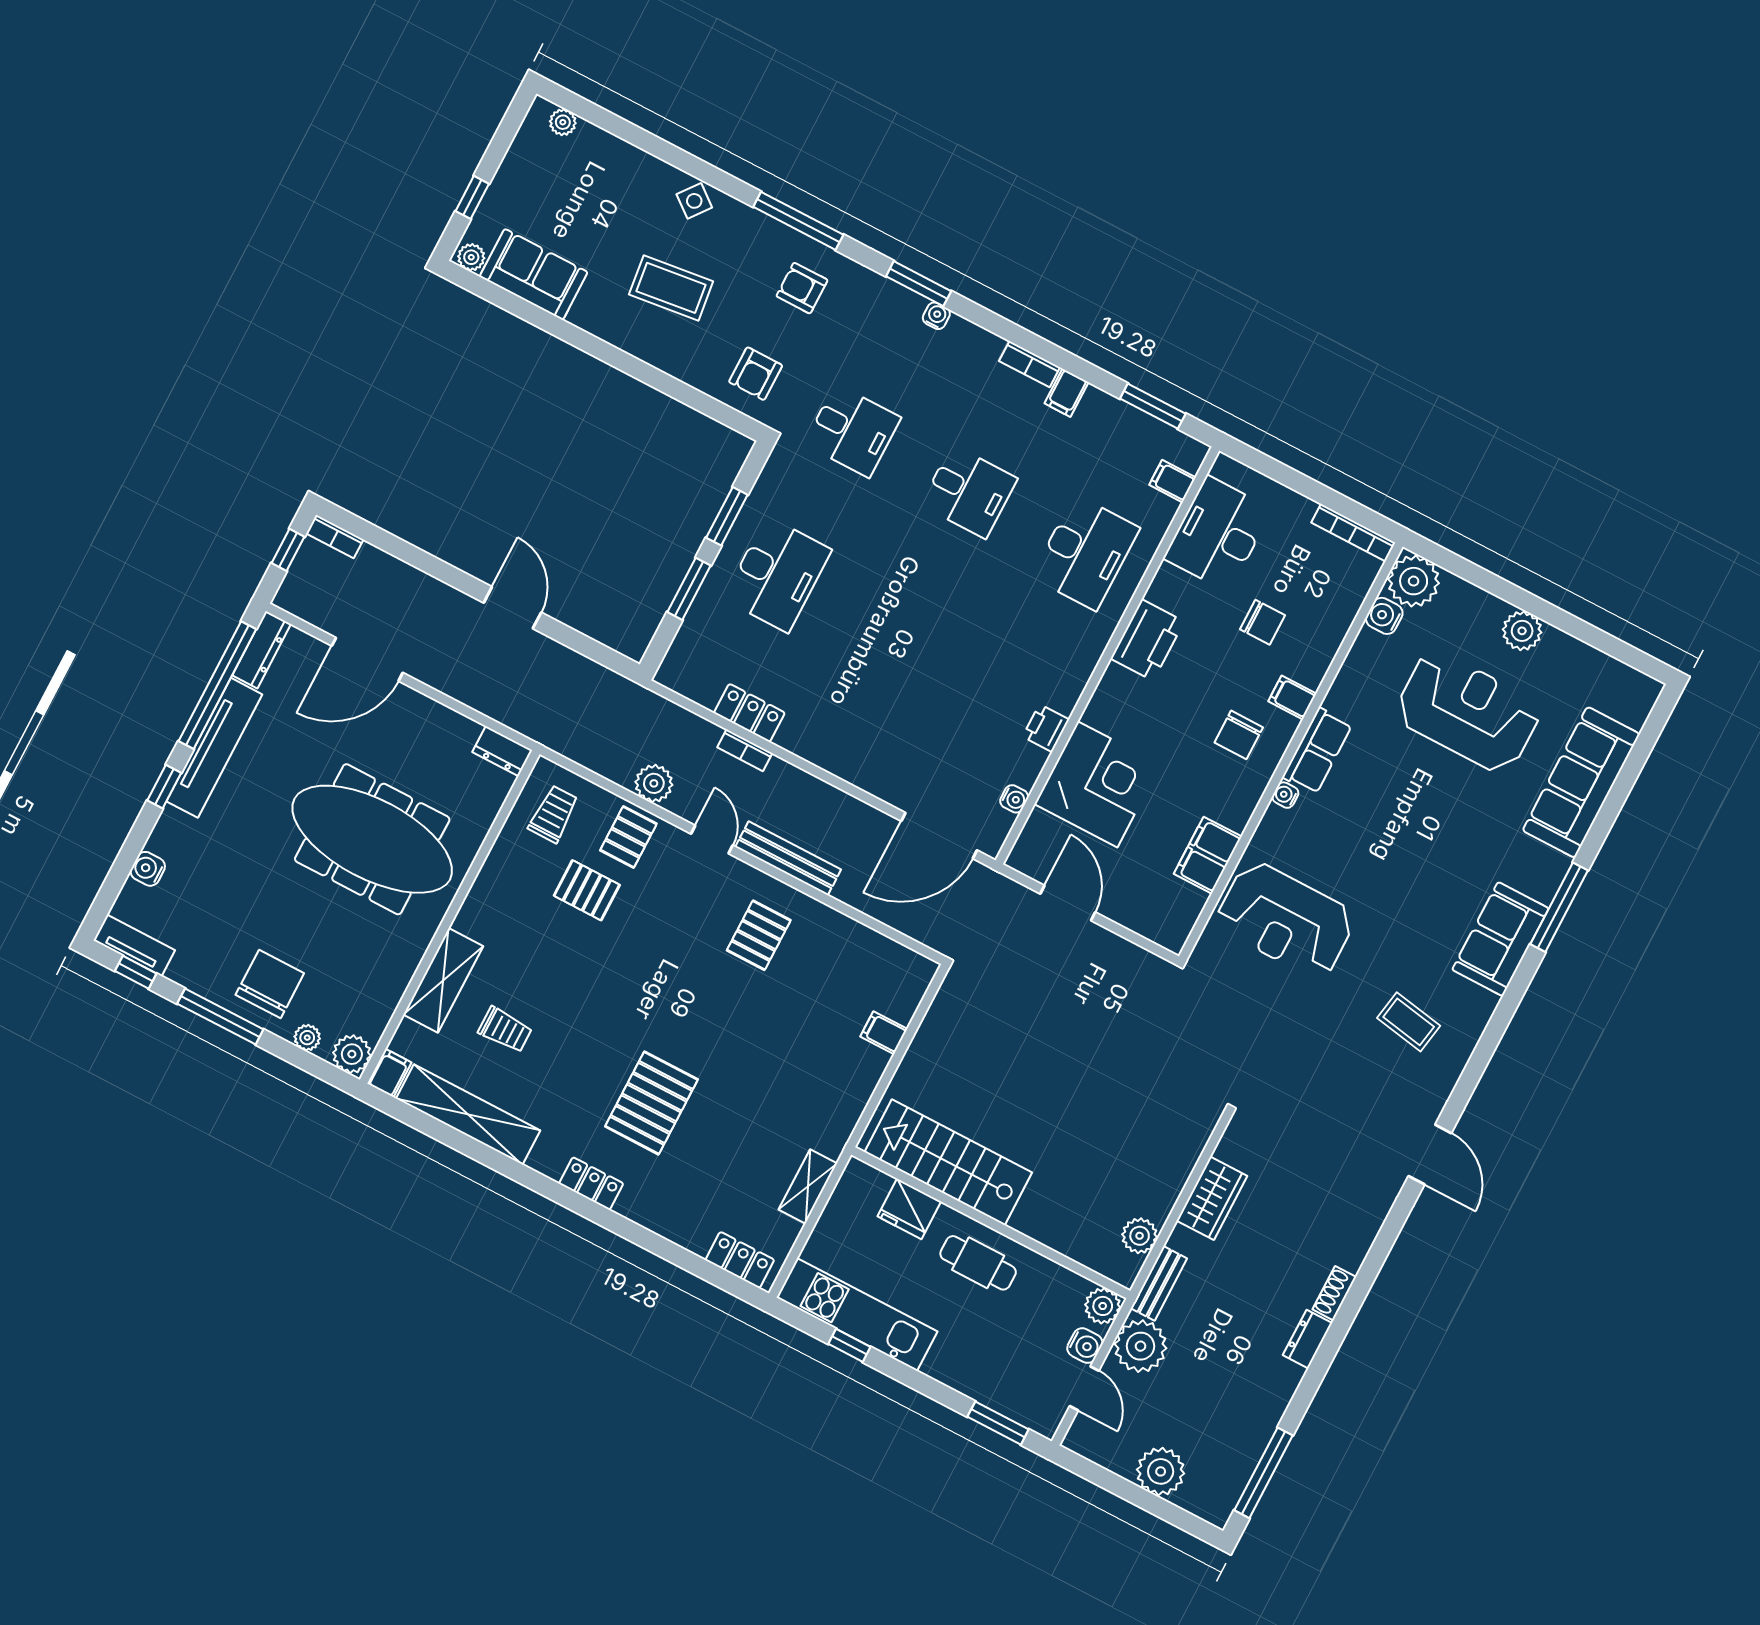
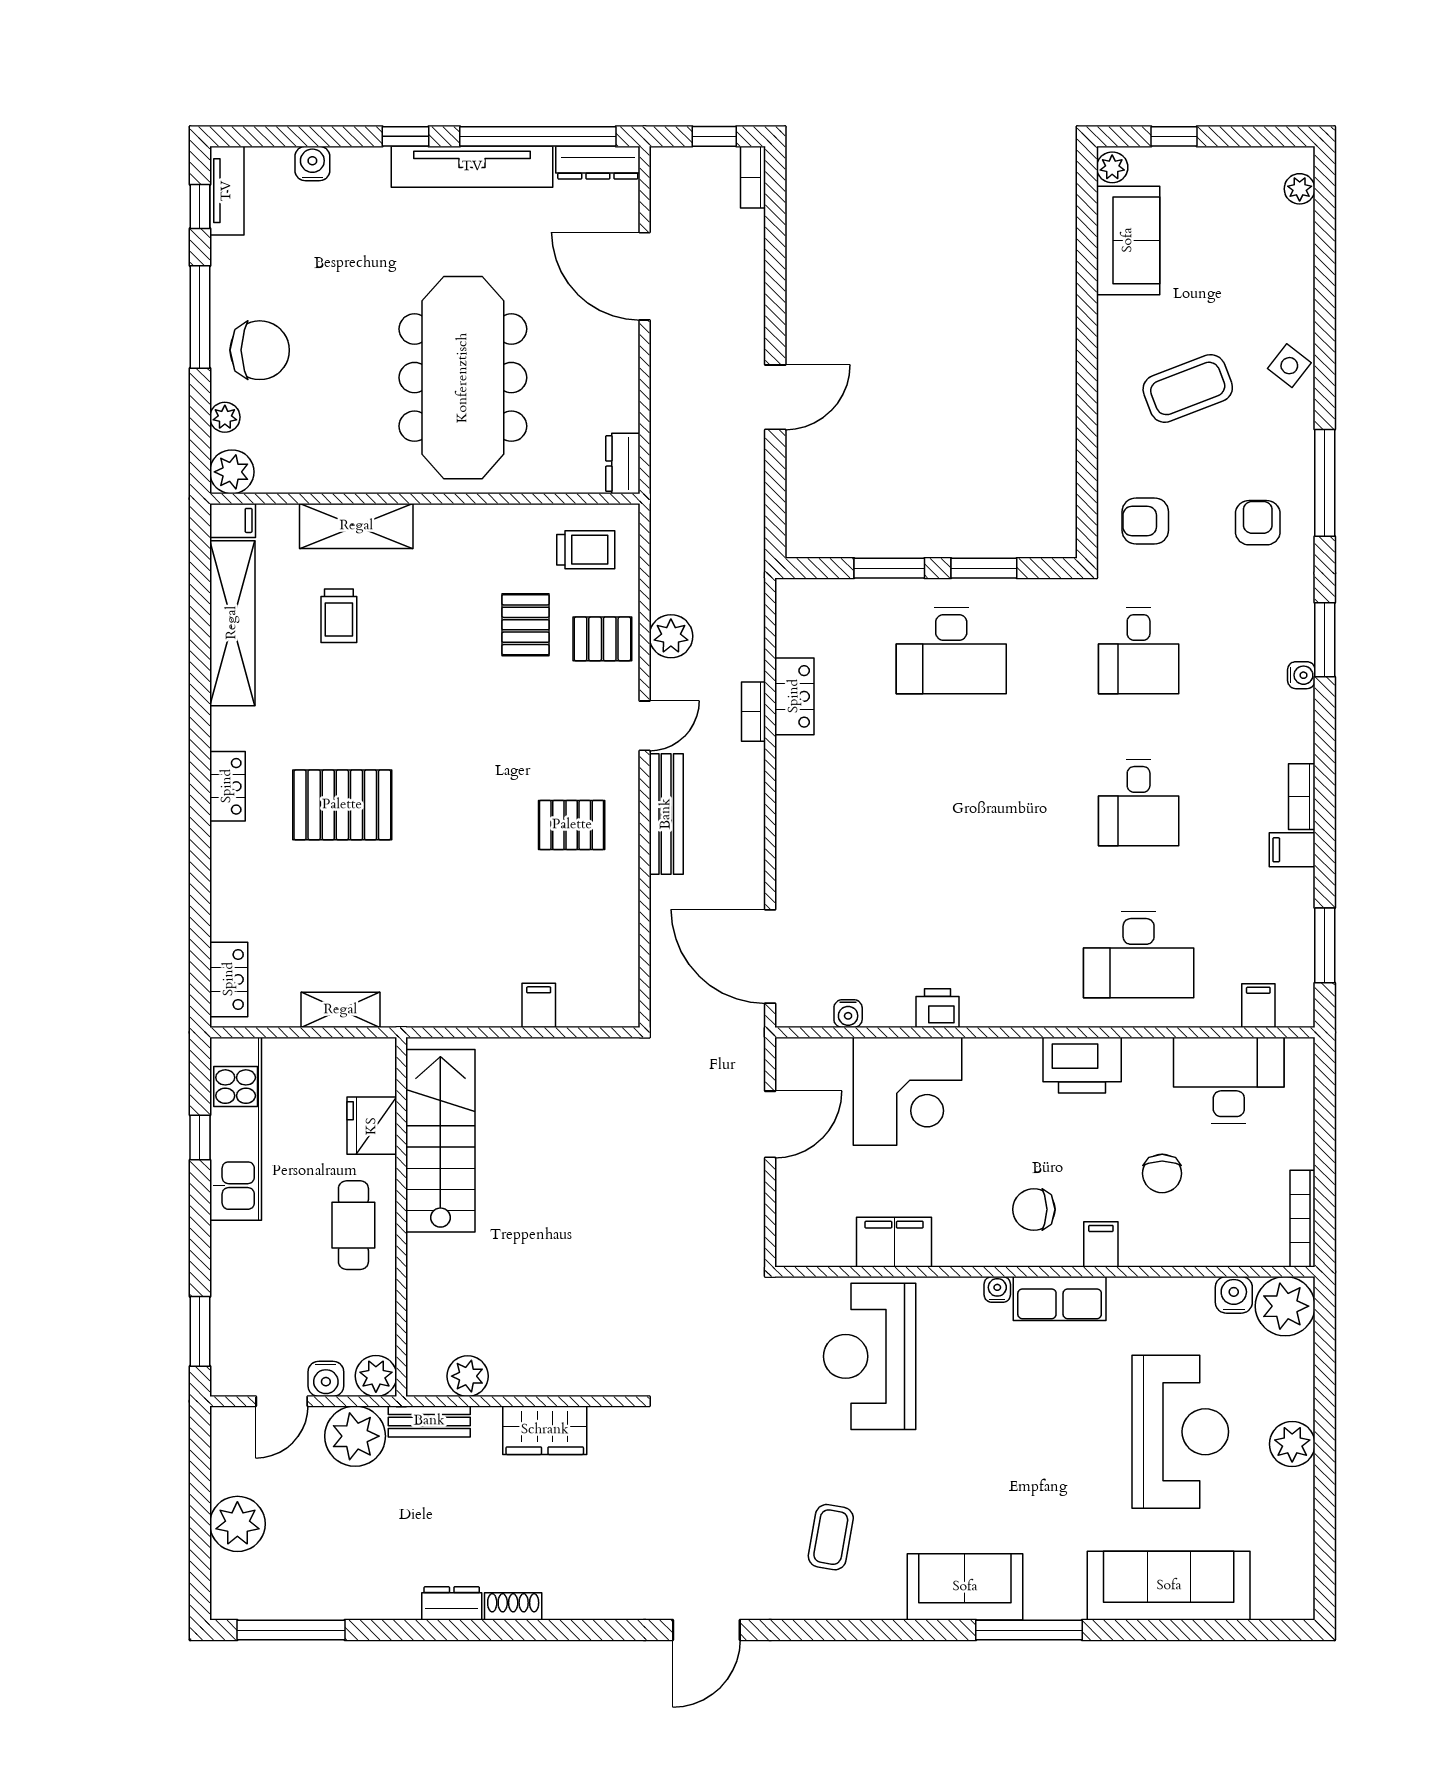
coffee table: (671, 288) -> (1188, 388), turned 76

